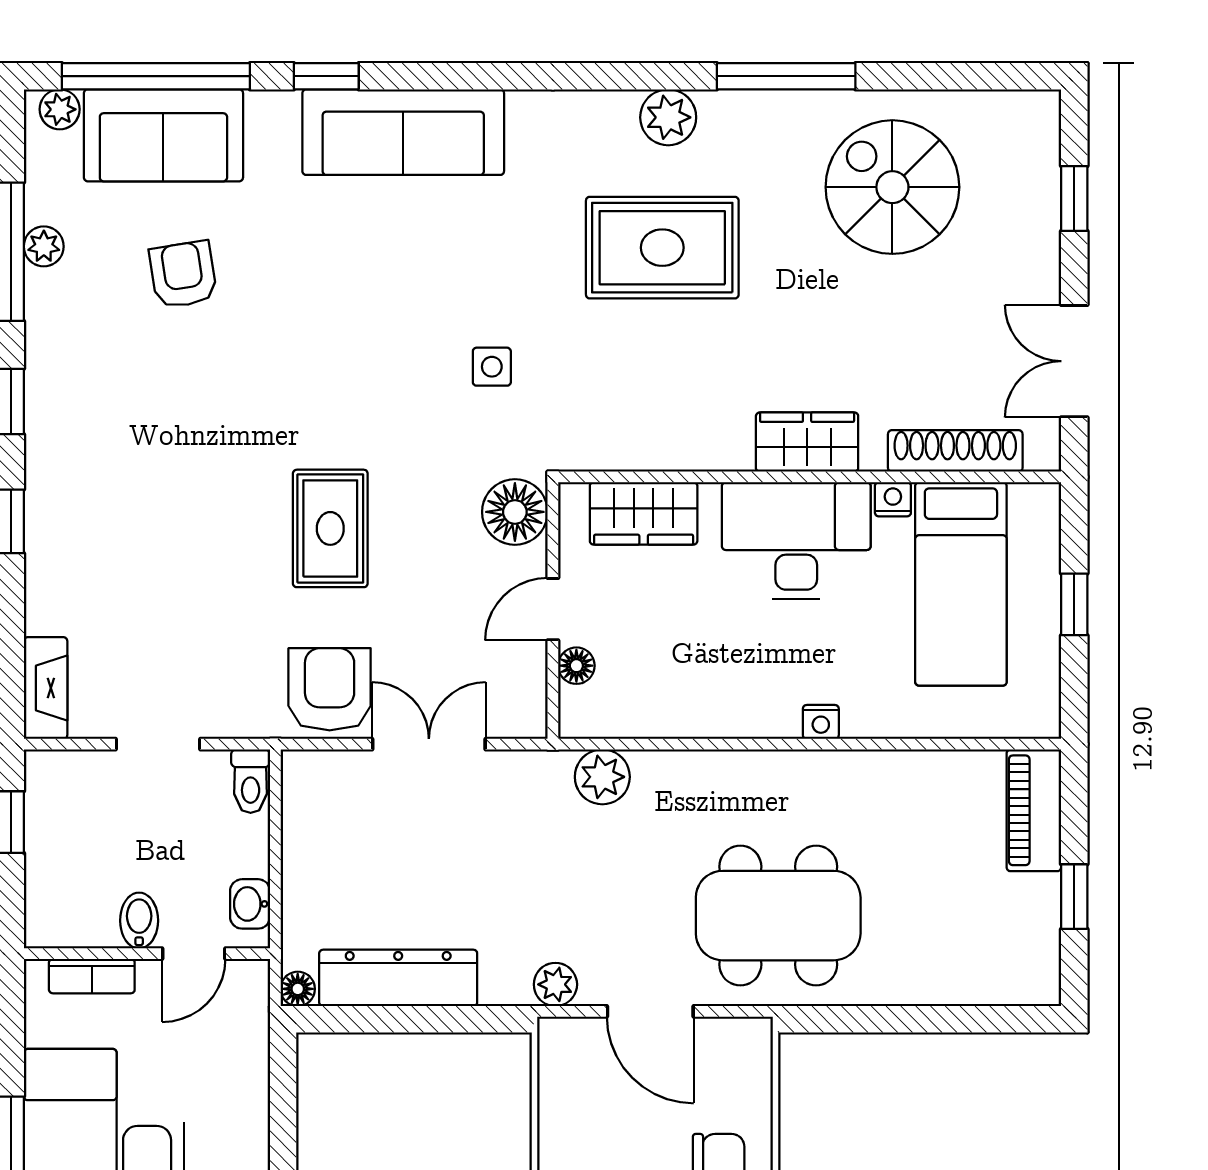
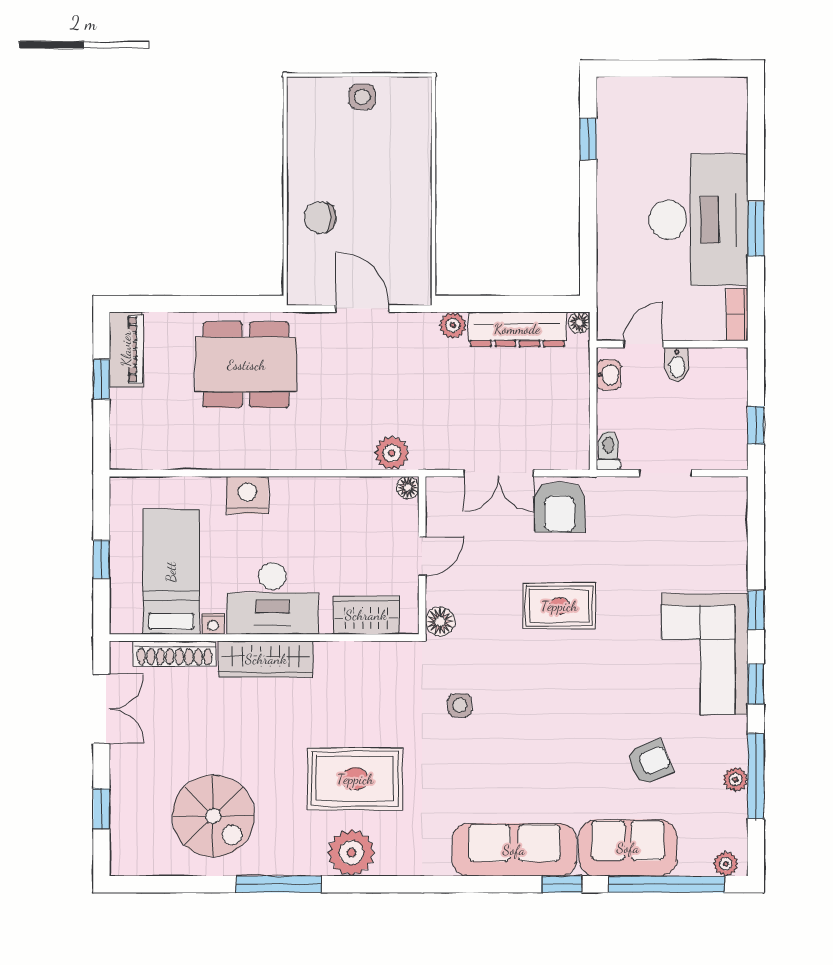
plant: (668, 117) -> (351, 853), width x1.36, depth x1.36
sofa: (163, 135) -> (628, 848), moved
armchair: (183, 275) -> (650, 762), turned -103
wardrobe: (807, 442) -> (266, 659), width x1.50
corner sofa: (94, 450) -> (705, 654), added
floor lamp: (515, 512) -> (440, 622), width x0.73, depth x0.73
rug: (330, 528) -> (559, 606), turned 90
floor lamp: (576, 666) -> (408, 488), moved
fireplace: (46, 688) -> (734, 508), removed
nightstand: (821, 722) -> (247, 495), width x1.89, depth x1.79
piano: (1034, 810) -> (126, 349), moved
dining table: (778, 916) -> (246, 365), moved
bookcase: (92, 976) -> (737, 315), moved, turned -90
plant: (555, 984) -> (453, 325), moved

